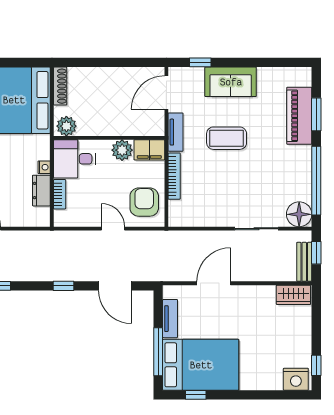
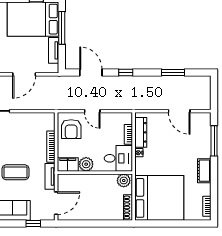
dresser: (41, 191) -> (141, 132), width x1.44

